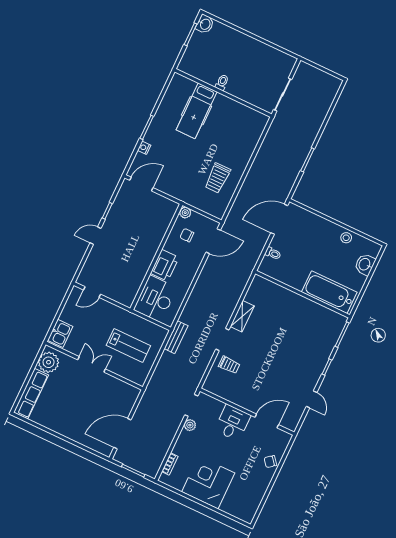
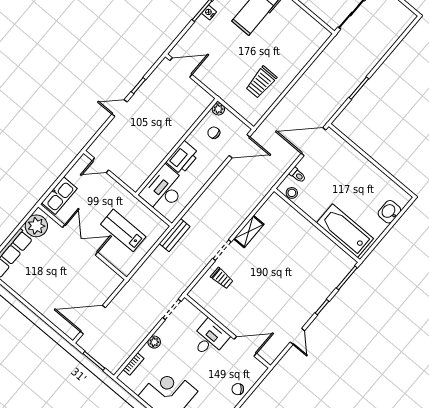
nightstand: (144, 148) -> (209, 13), moved
stool: (346, 238) -> (292, 193), moved
kitchen sink: (60, 333) -> (59, 196), width x1.38
lab bench: (128, 346) -> (123, 230), turned 180
double door: (92, 364) -> (80, 240), width x1.37
plant: (190, 425) -> (154, 342), moved

